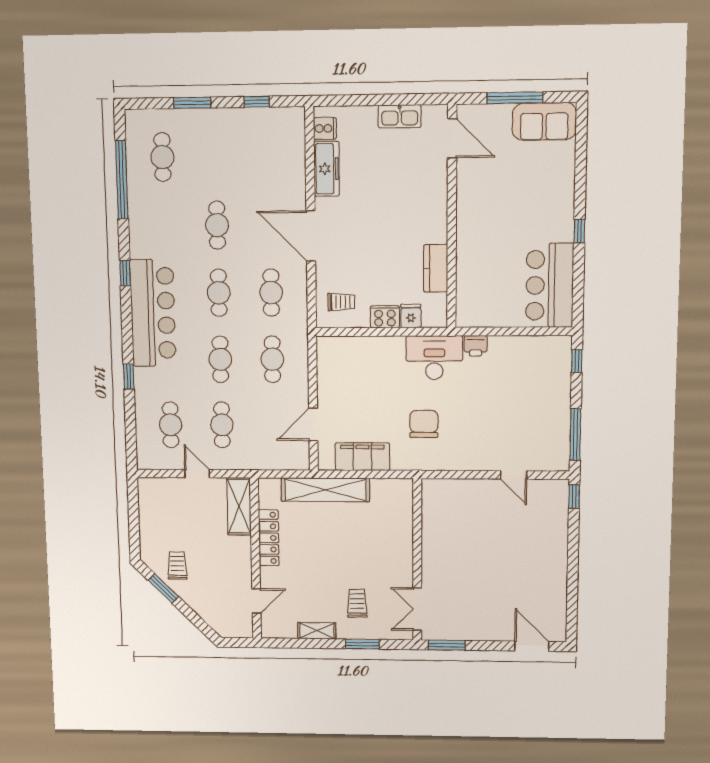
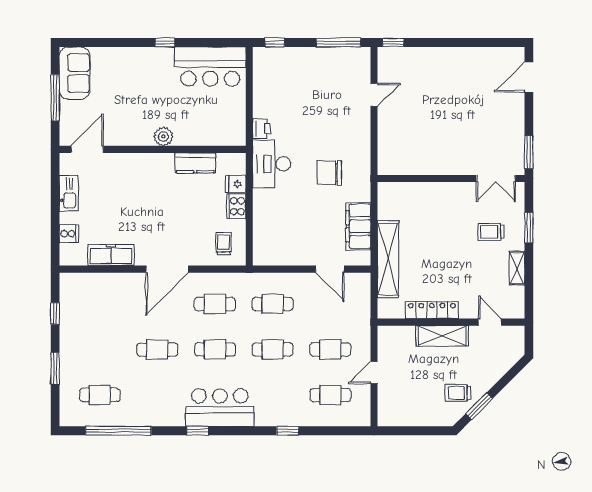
cooker: (325, 128) -> (69, 234), moved, turned 90
plant: (467, 230) -> (163, 137), added
bar counter: (153, 313) -> (220, 408), width x0.73
shelving: (239, 506) -> (442, 336), moved

